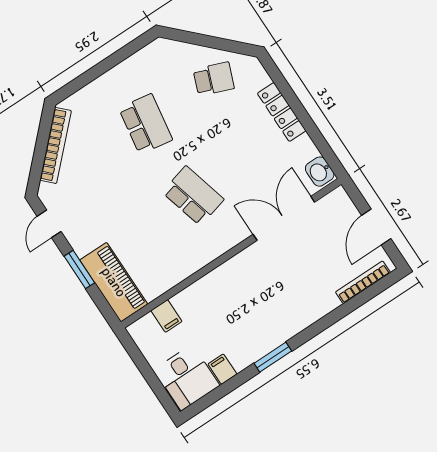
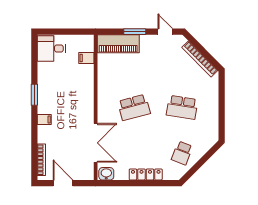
filing cabinet: (222, 369) -> (44, 120), moved

